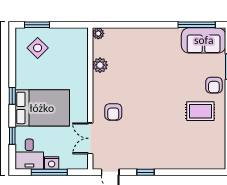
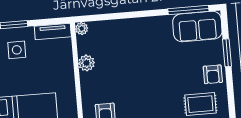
tv unit: (72, 34) -> (53, 31), added
side table: (38, 48) -> (17, 50), turned 45

